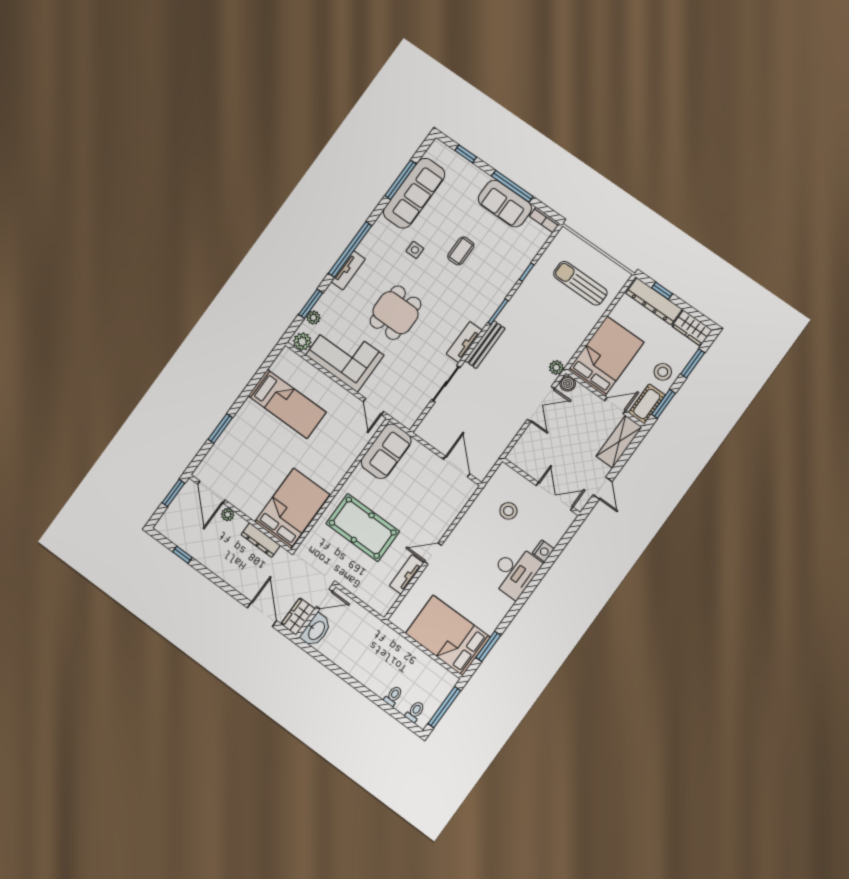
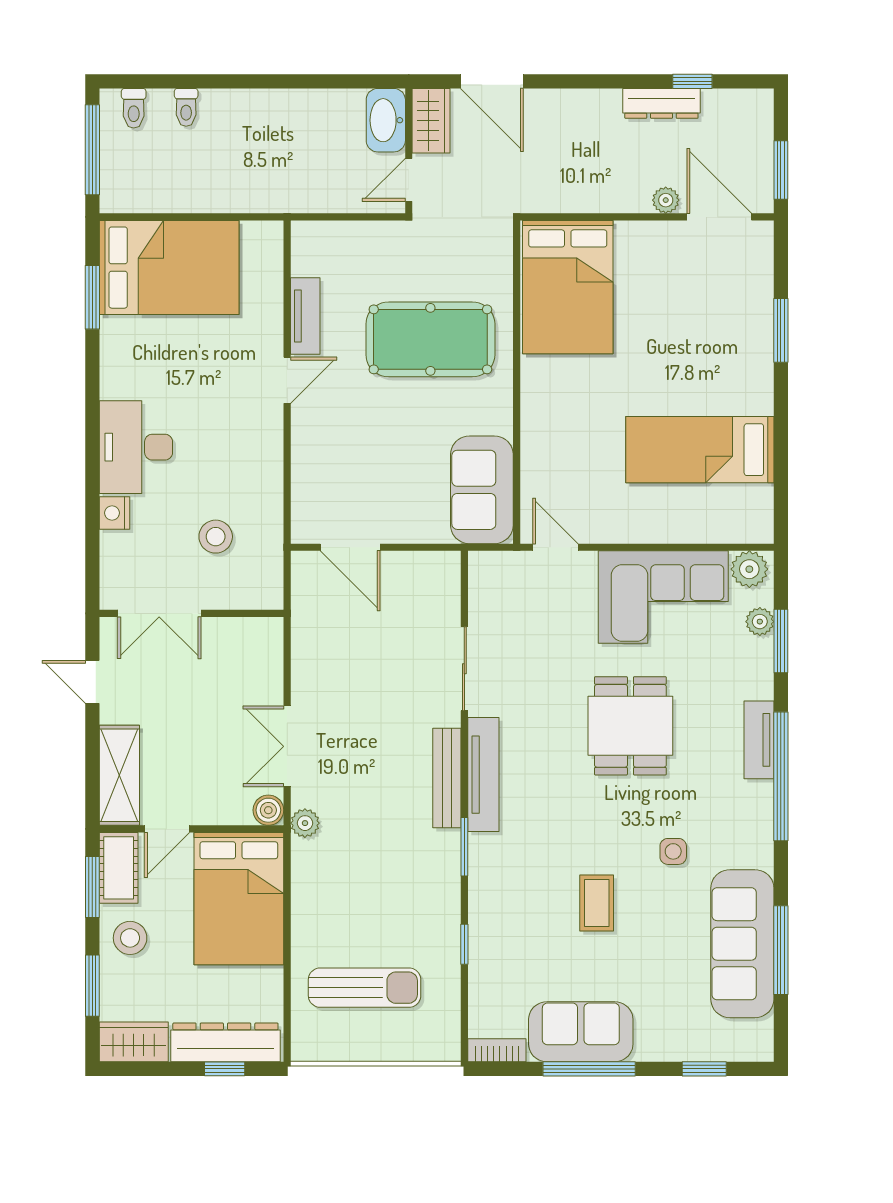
tv unit: (464, 342) -> (483, 775), width x1.41
dresser: (261, 540) -> (661, 103), moved, turned 180

